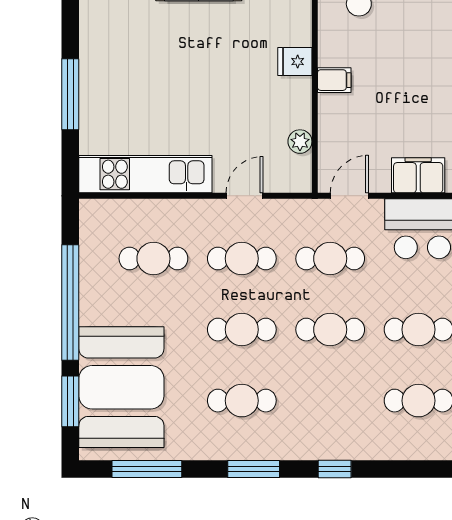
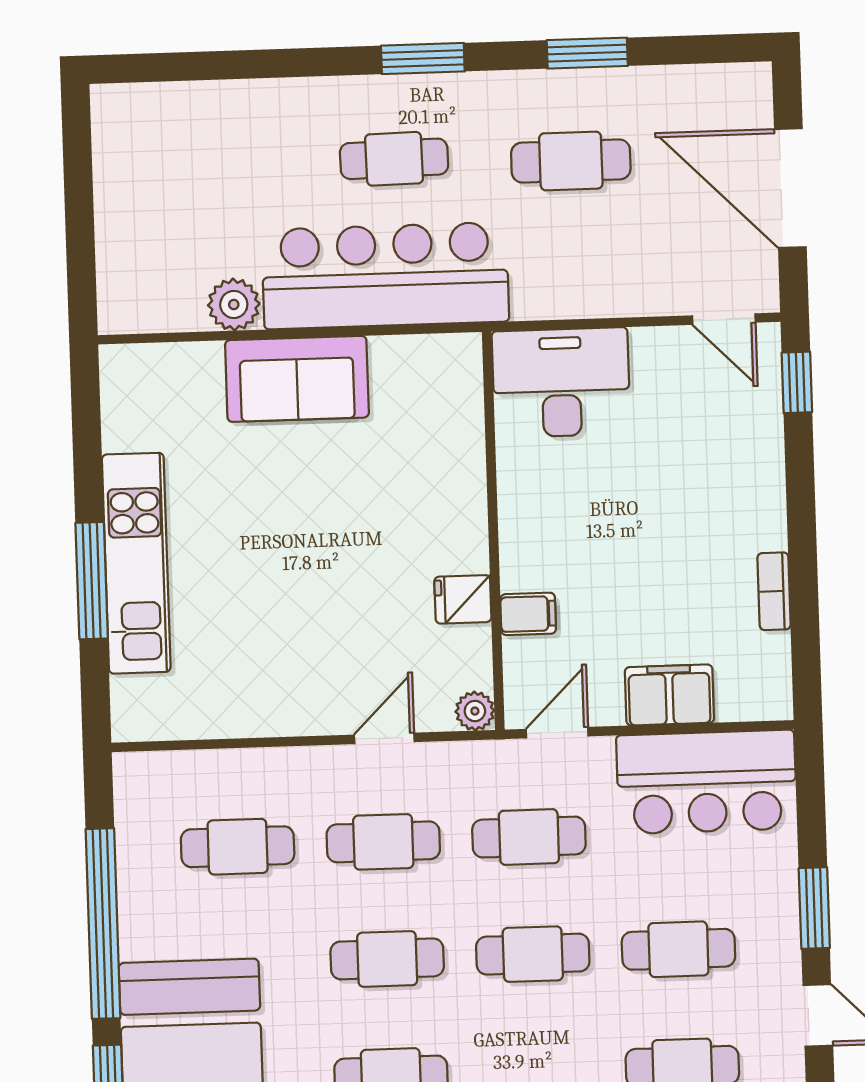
fridge: (295, 62) -> (463, 599), moved
filing cabinet: (334, 80) -> (528, 614), moved
plant: (300, 142) -> (475, 711), moved
kitchen unit: (145, 174) -> (136, 563), moved, turned 90

